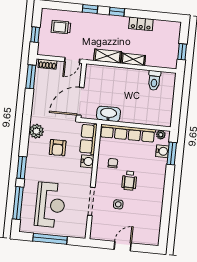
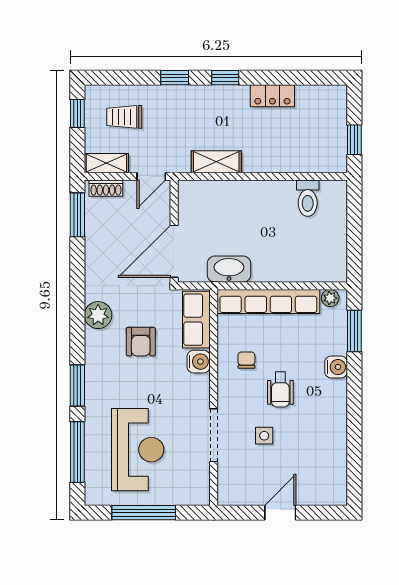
window: (35, 35) -> (77, 113), moved
shelving: (133, 59) -> (106, 163), moved
water cooler: (162, 151) -> (336, 367), moved

